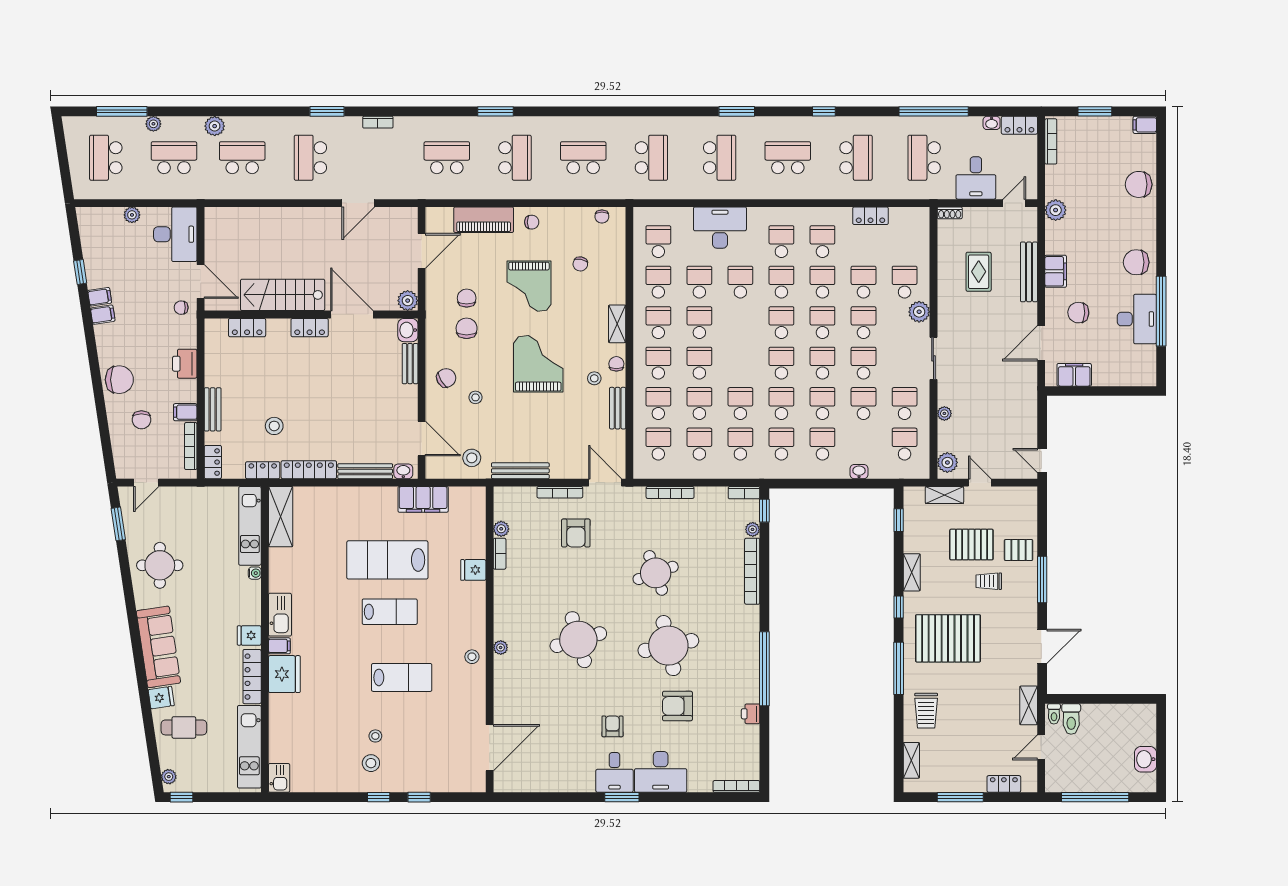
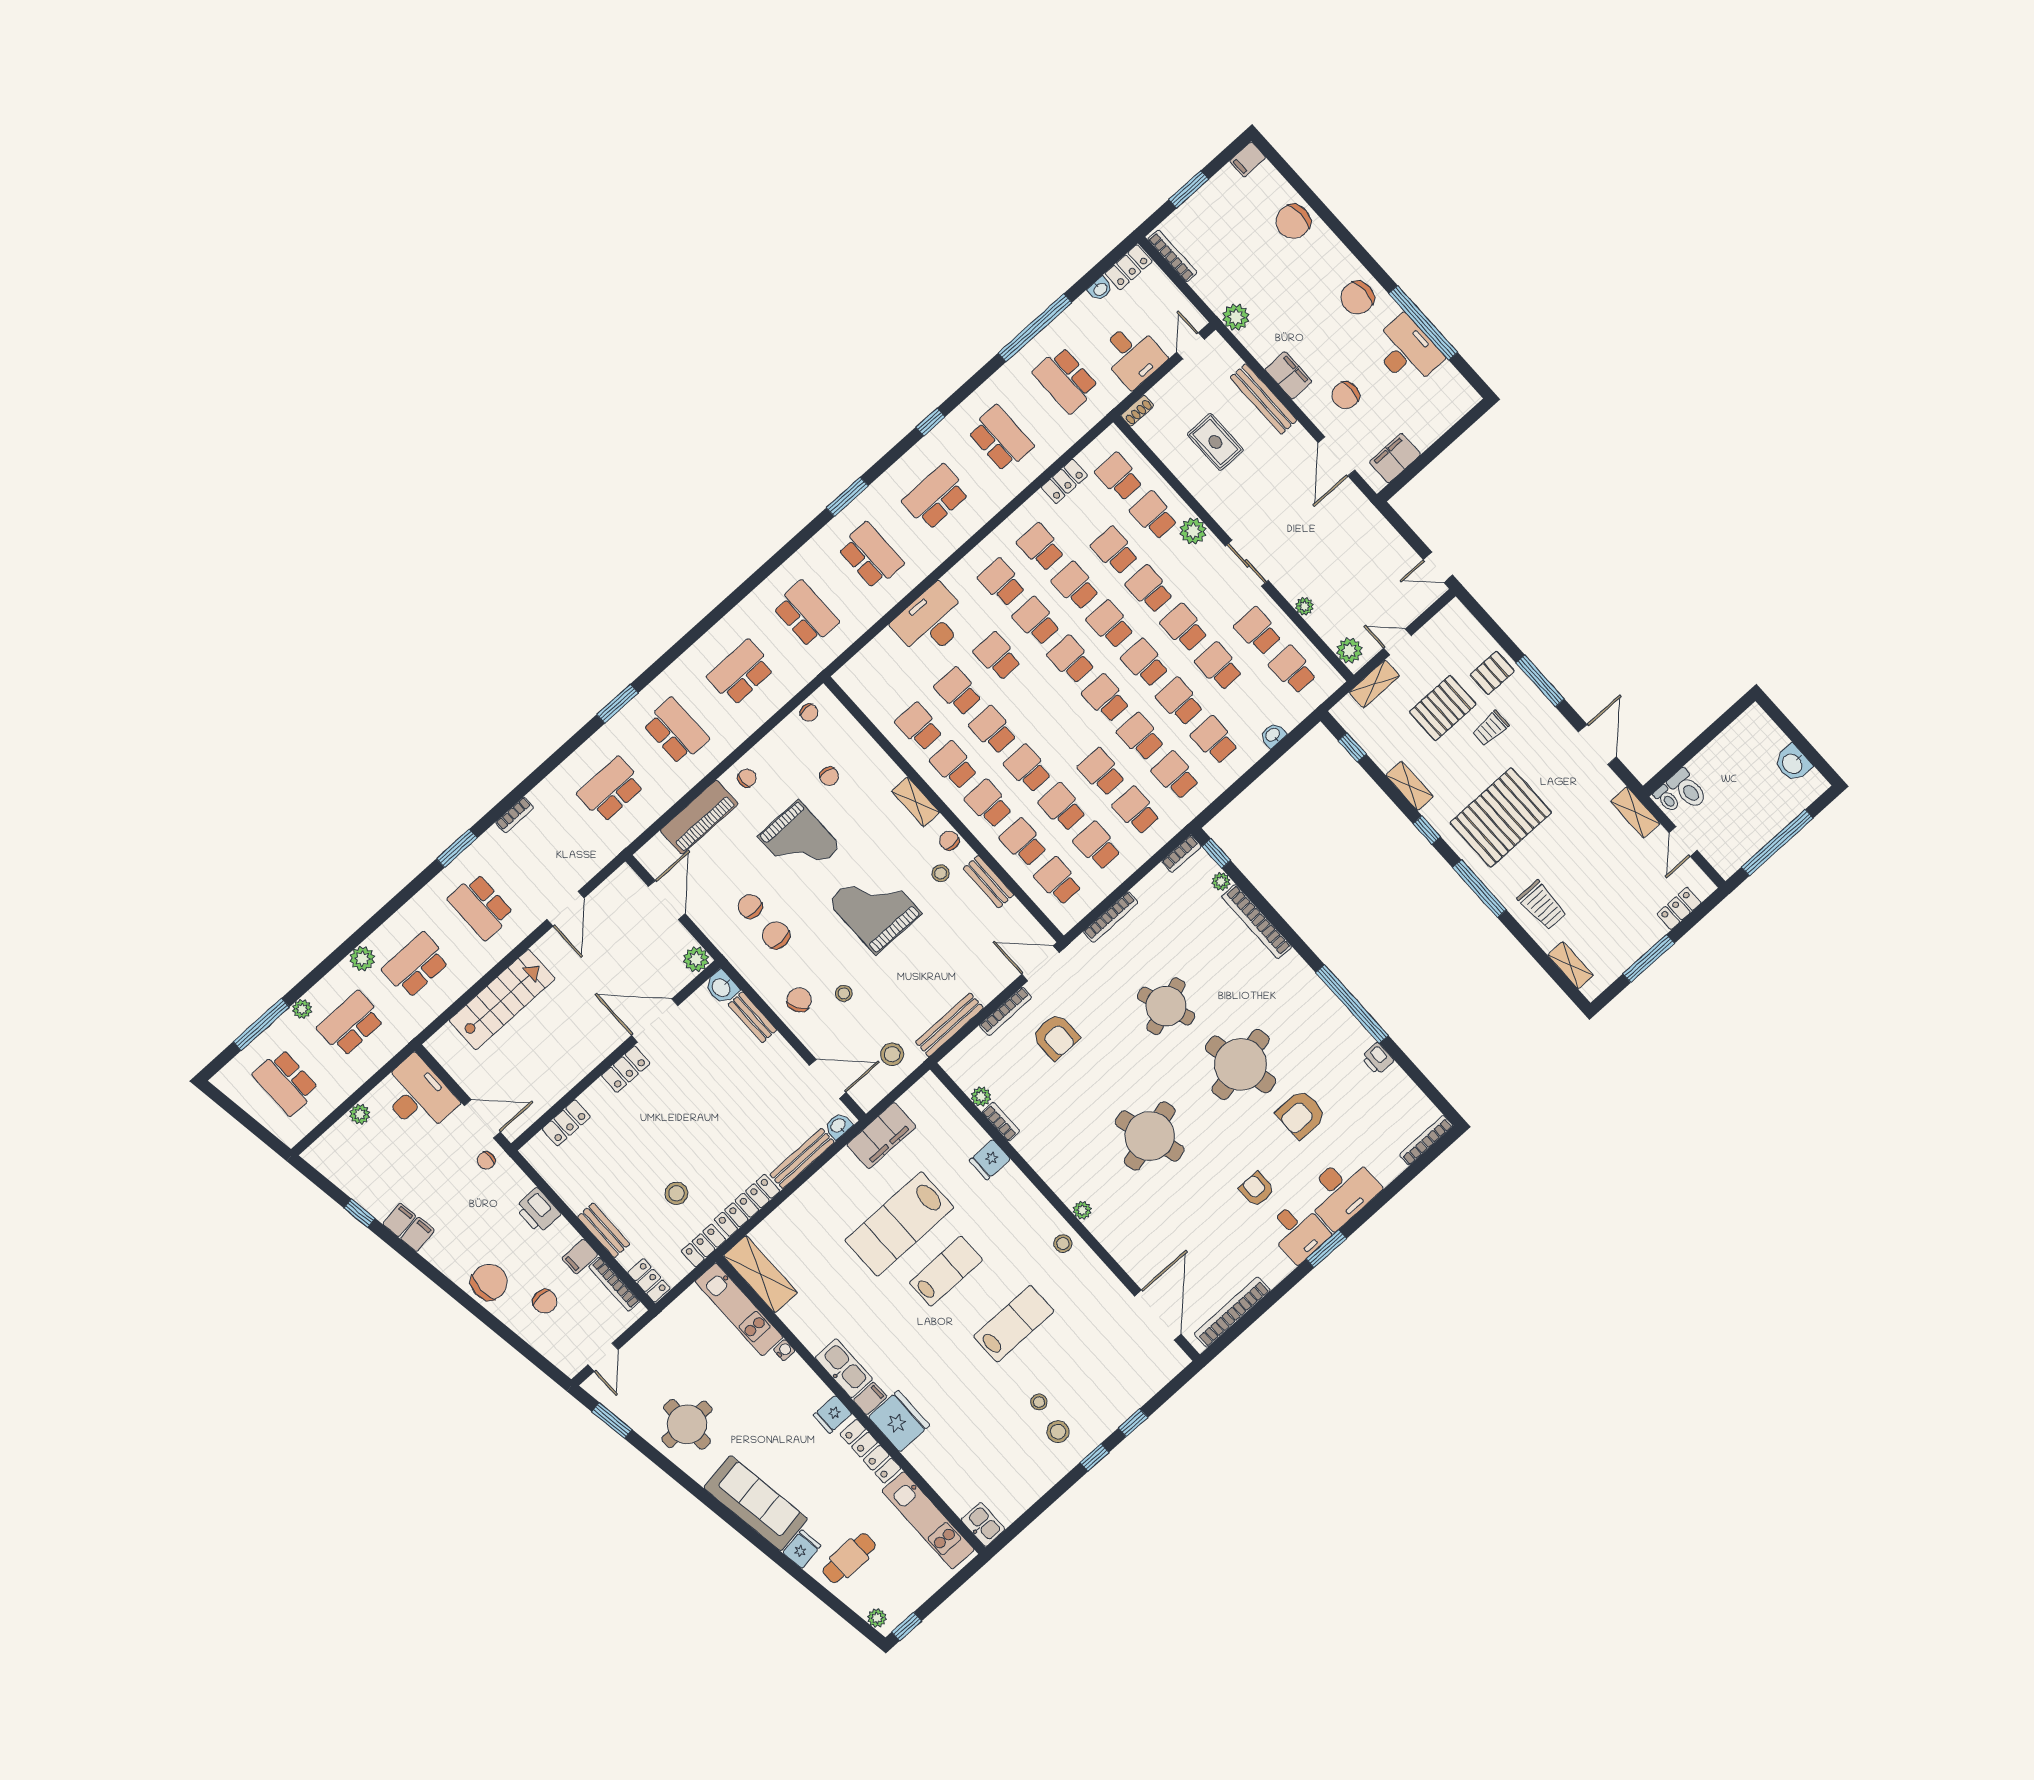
school desk: (658, 242) -> (1119, 477), moved
stairs: (283, 295) -> (502, 1000), moved, turned 180
bookcase: (534, 785) -> (1232, 1312), added

